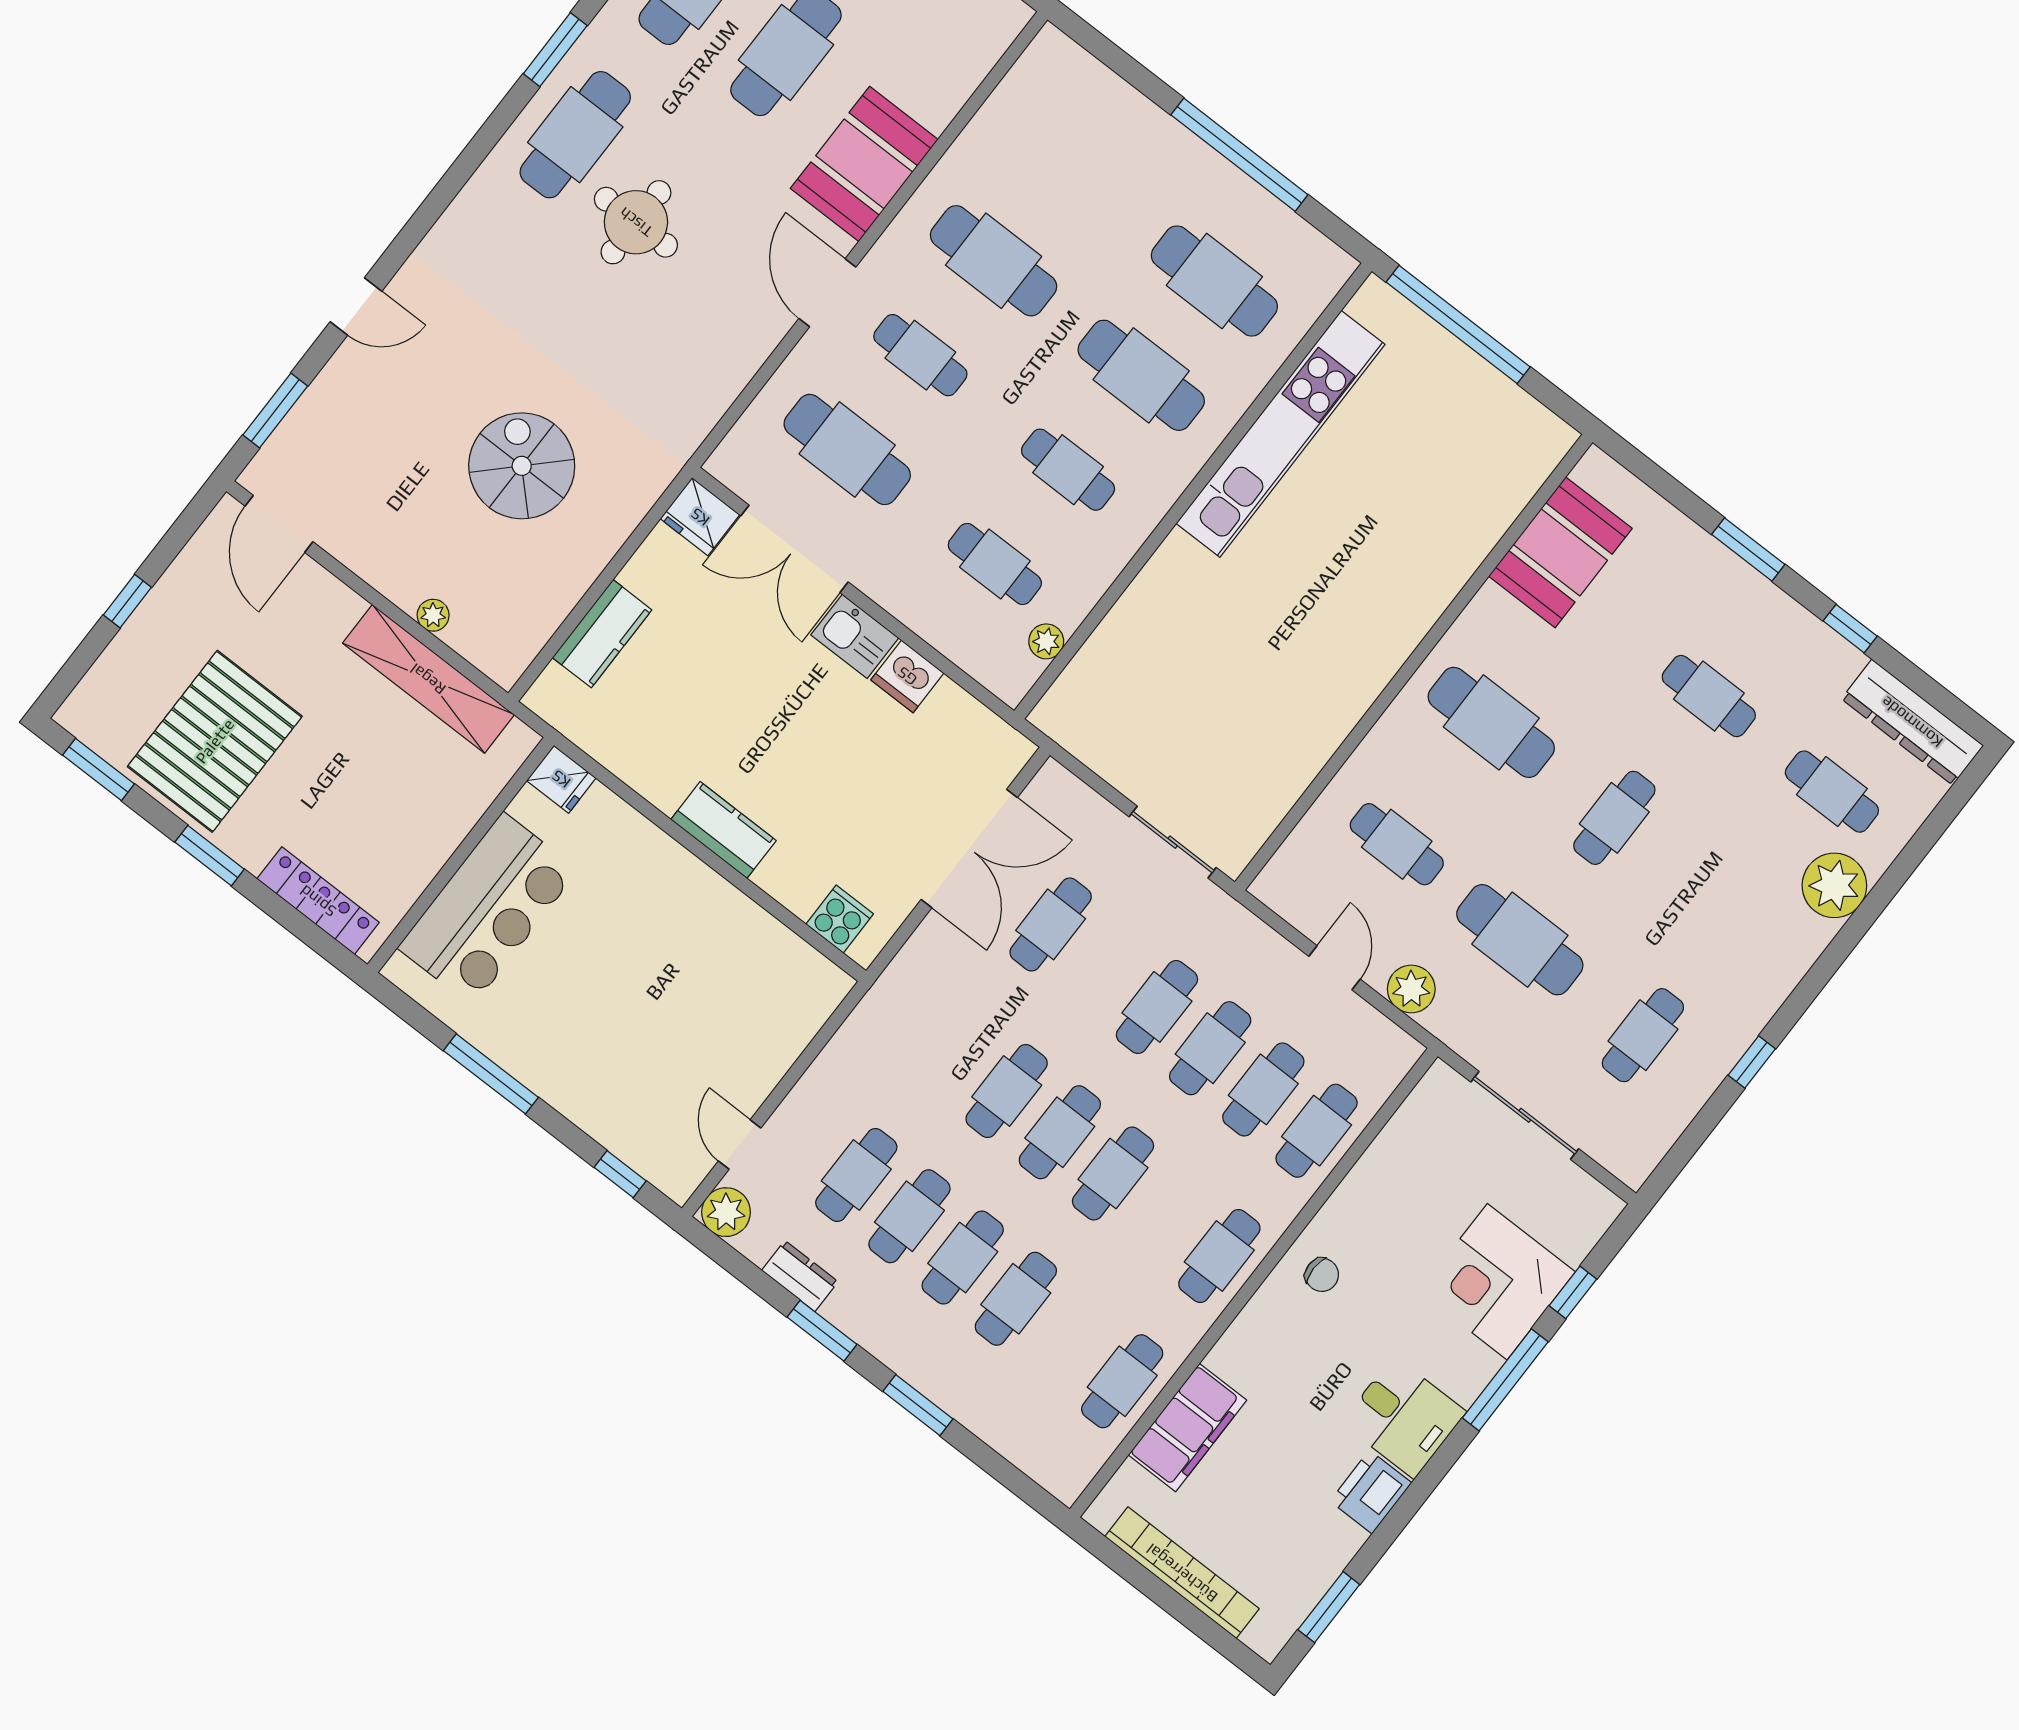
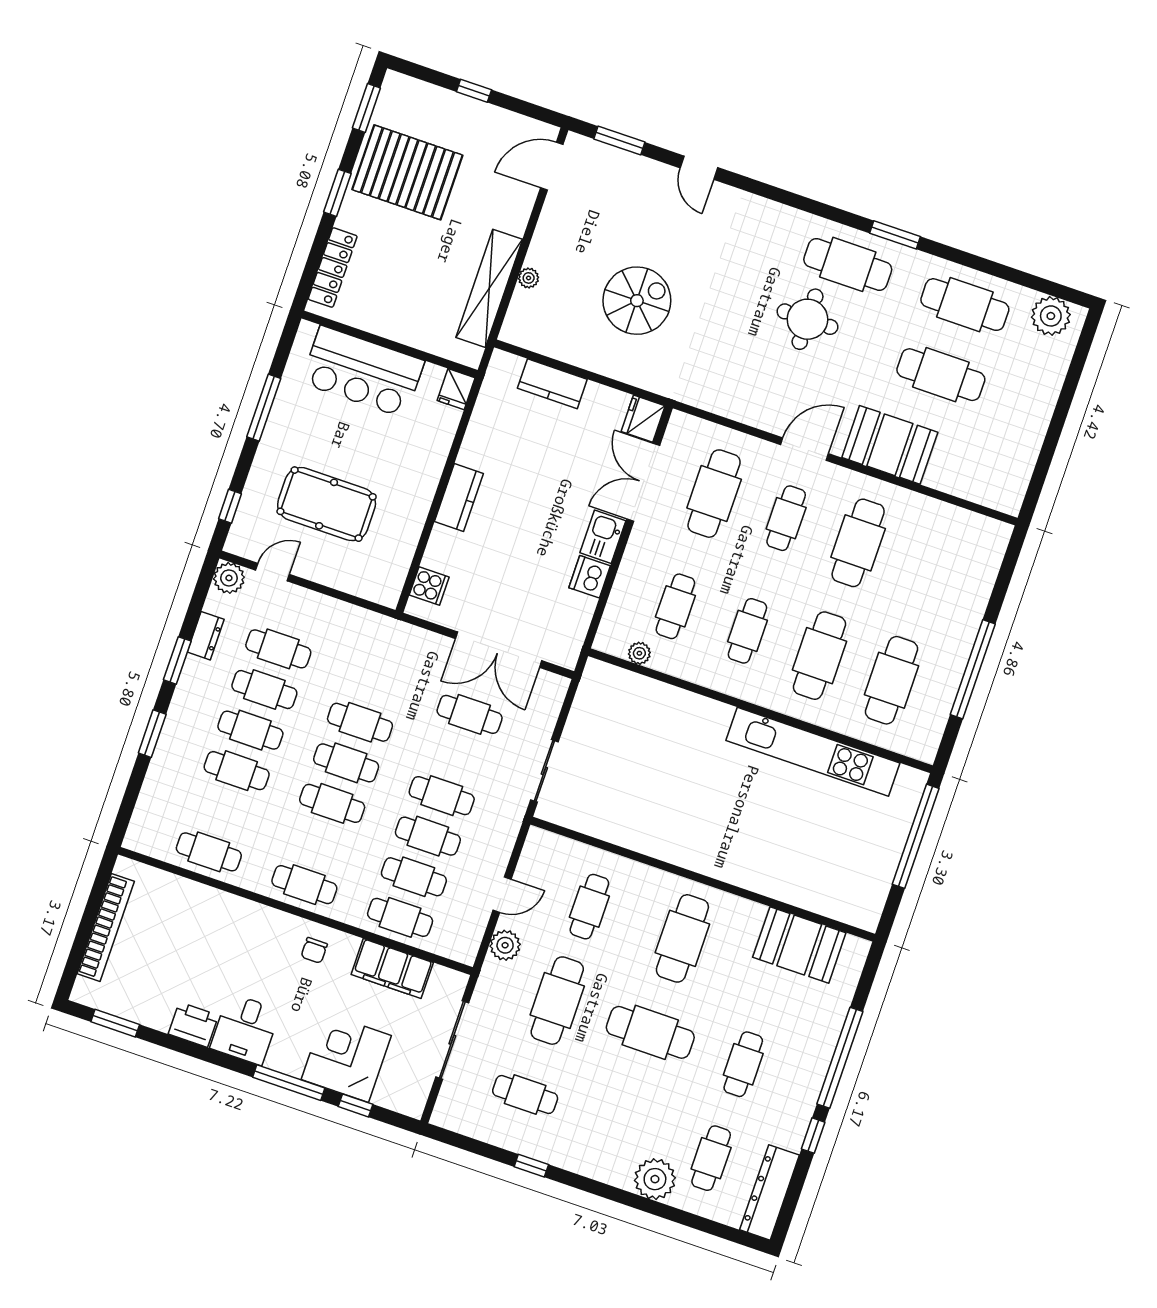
window: (1748, 549) -> (840, 1058), width x2.11
cafe table: (1614, 818) -> (650, 1032), width x1.37, depth x1.35
pool table: (666, 1030) -> (327, 504), added
filing cabinet: (1187, 1428) -> (392, 969), moved

